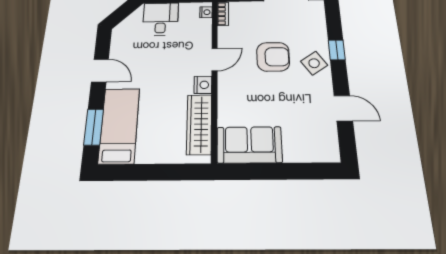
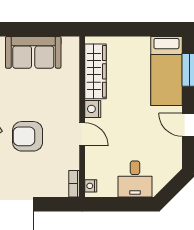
door: (215, 60) -> (82, 134), swing flipped
sofa: (249, 145) -> (33, 52), moved

